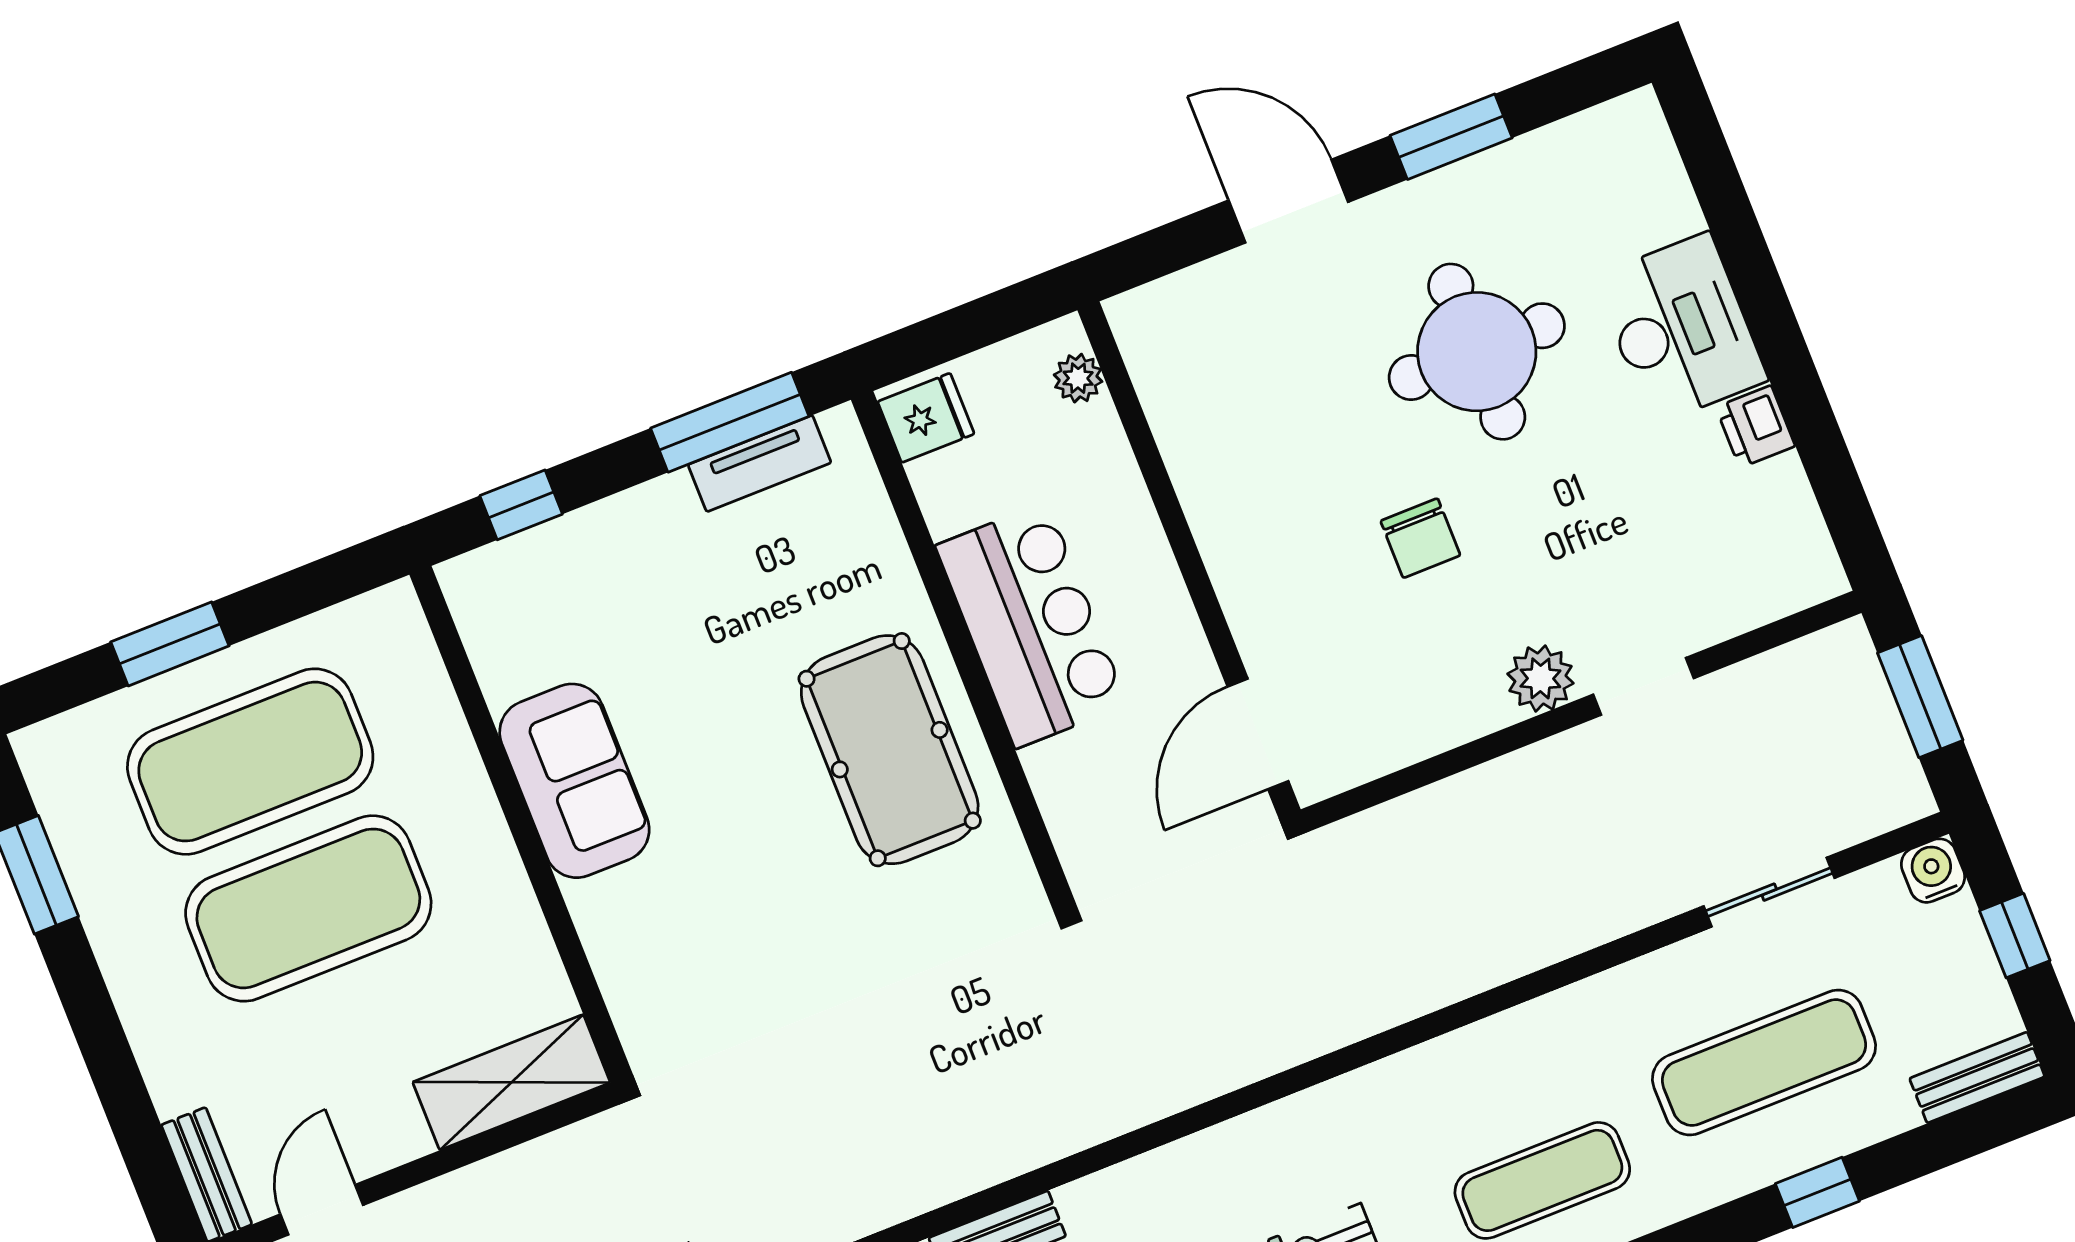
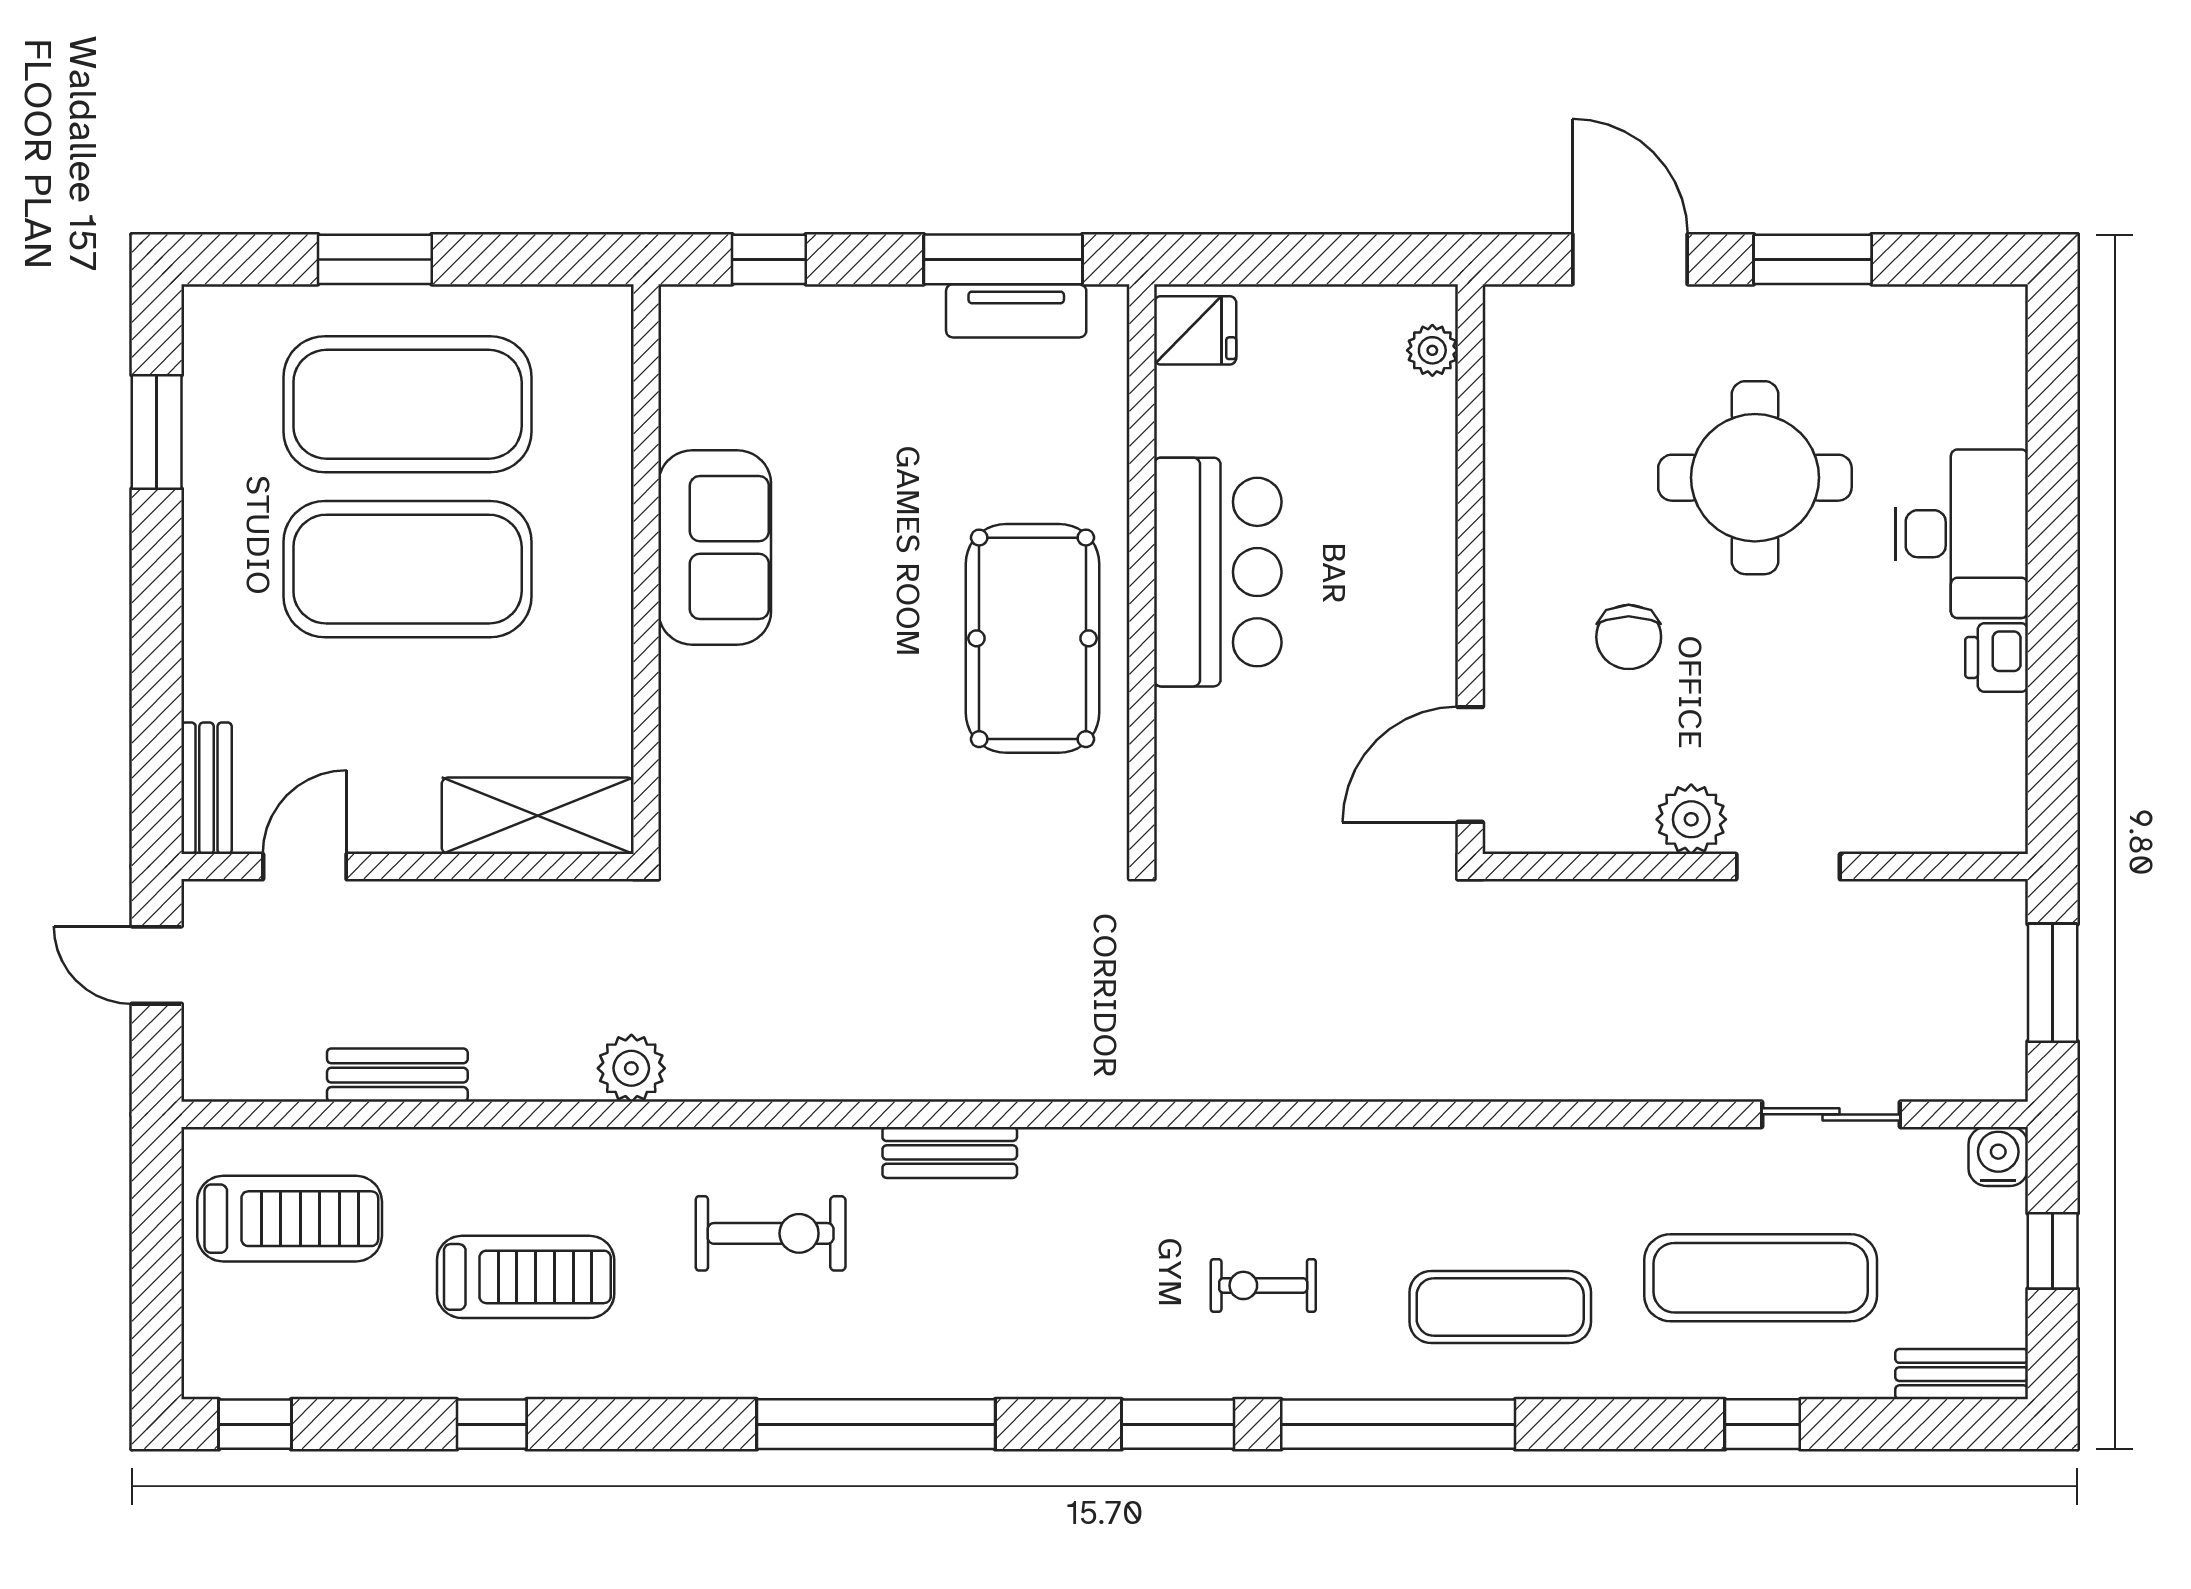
plant: (1078, 378) -> (1432, 350), moved
wall: (1189, 560) -> (1470, 569), moved
door: (1258, 734) -> (1470, 764), moved

